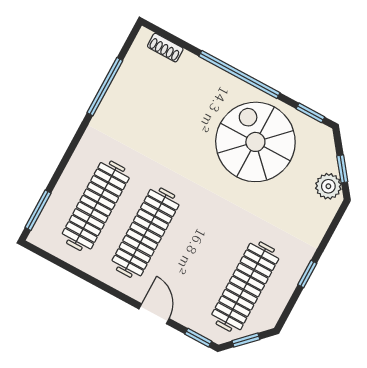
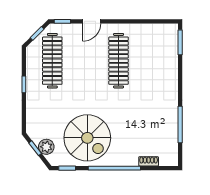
shoe rack: (165, 48) -> (149, 161), moved
plant: (328, 186) -> (46, 147), moved
clothes rail: (96, 206) -> (152, 61), removed
door: (154, 314) -> (92, 21), hinge flipped

